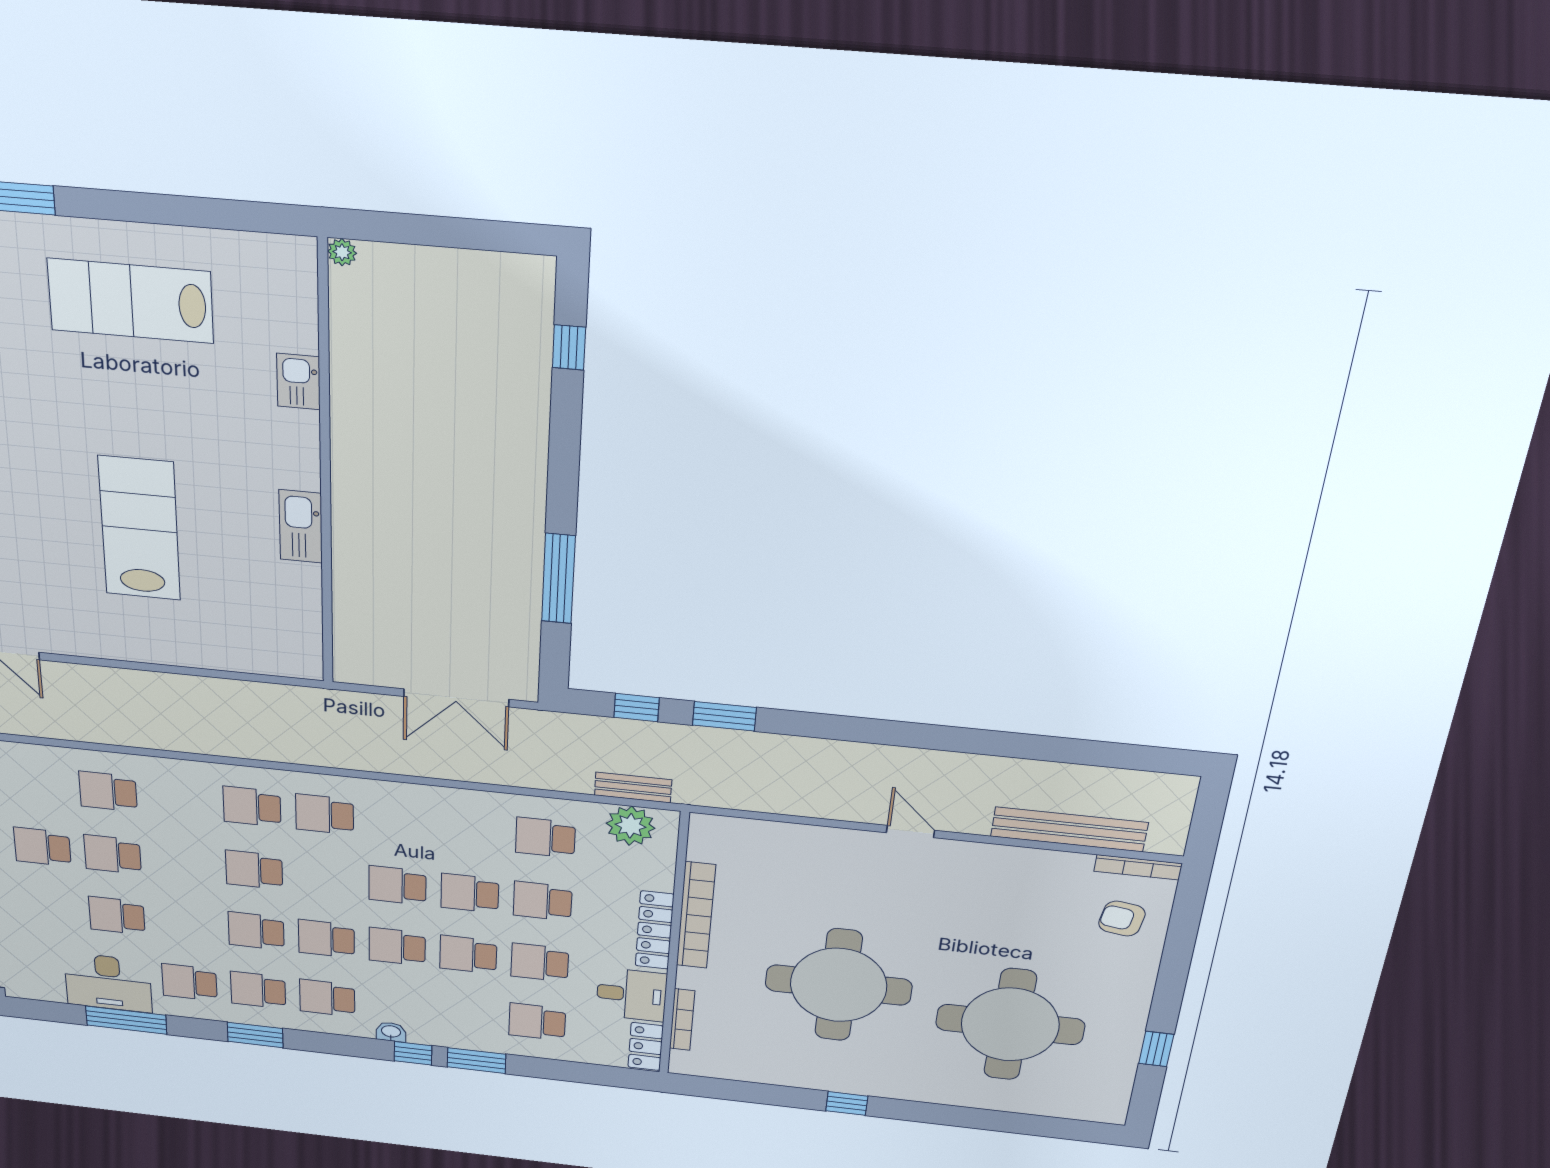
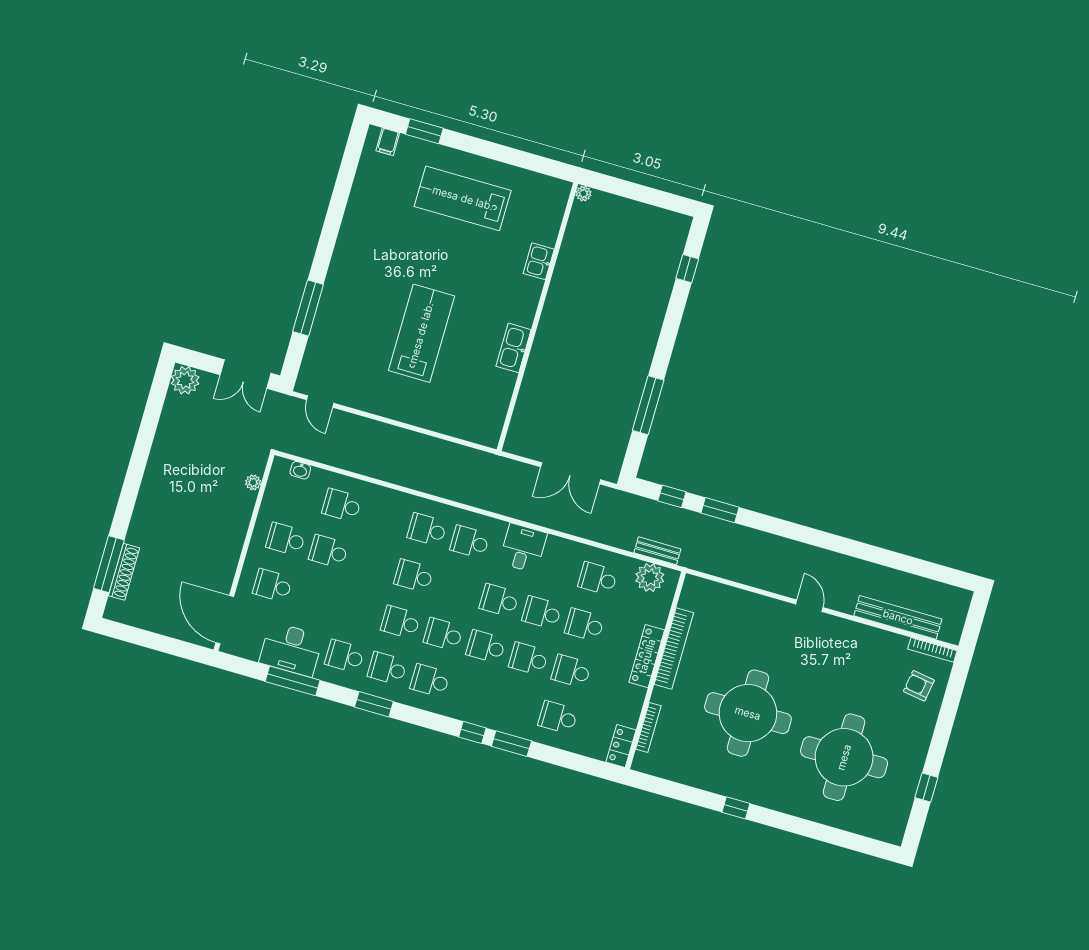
school desk: (117, 915) -> (273, 585), moved
desk: (631, 995) -> (523, 548), moved, turned -90
washbasin: (391, 1032) -> (300, 470), moved, turned 180

